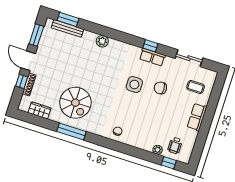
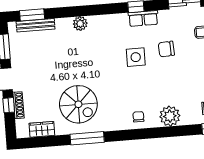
plant: (158, 150) -> (170, 116), moved, width x1.87, depth x1.87

